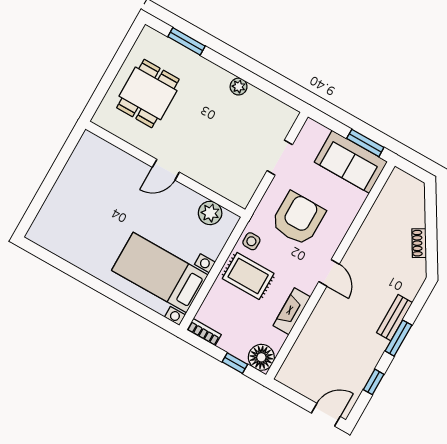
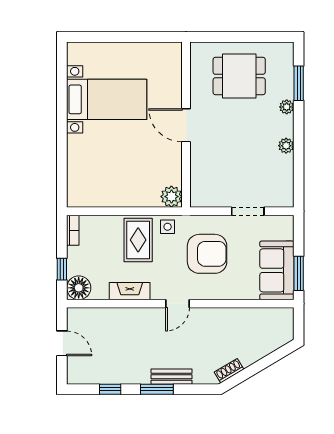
plant: (202, 65) -> (287, 107), added
door: (166, 170) -> (186, 125), width x1.38
plant: (210, 213) -> (171, 197), moved
shoe rack: (419, 243) -> (229, 371), moved
bed with nightstands: (160, 273) -> (107, 99), moved, turned 90
door: (326, 415) -> (62, 343), moved

